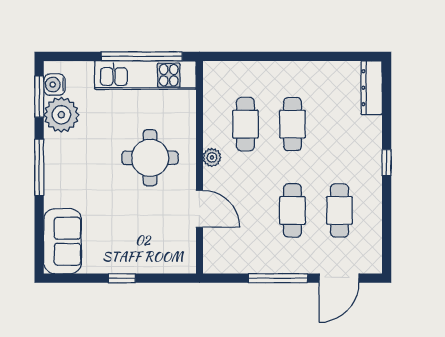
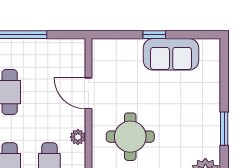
window: (39, 167) -> (224, 129), width x0.69
sofa: (63, 241) -> (171, 54), moved, turned -90

